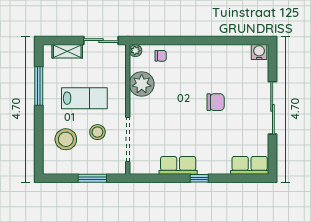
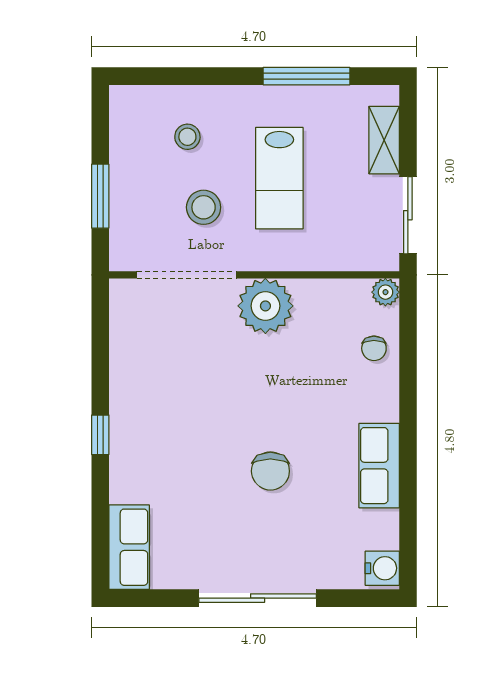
plant: (142, 84) -> (265, 306), moved
stool: (66, 139) -> (187, 137), width x0.53, depth x0.53
row of seats: (178, 165) -> (379, 466), moved, turned 180

